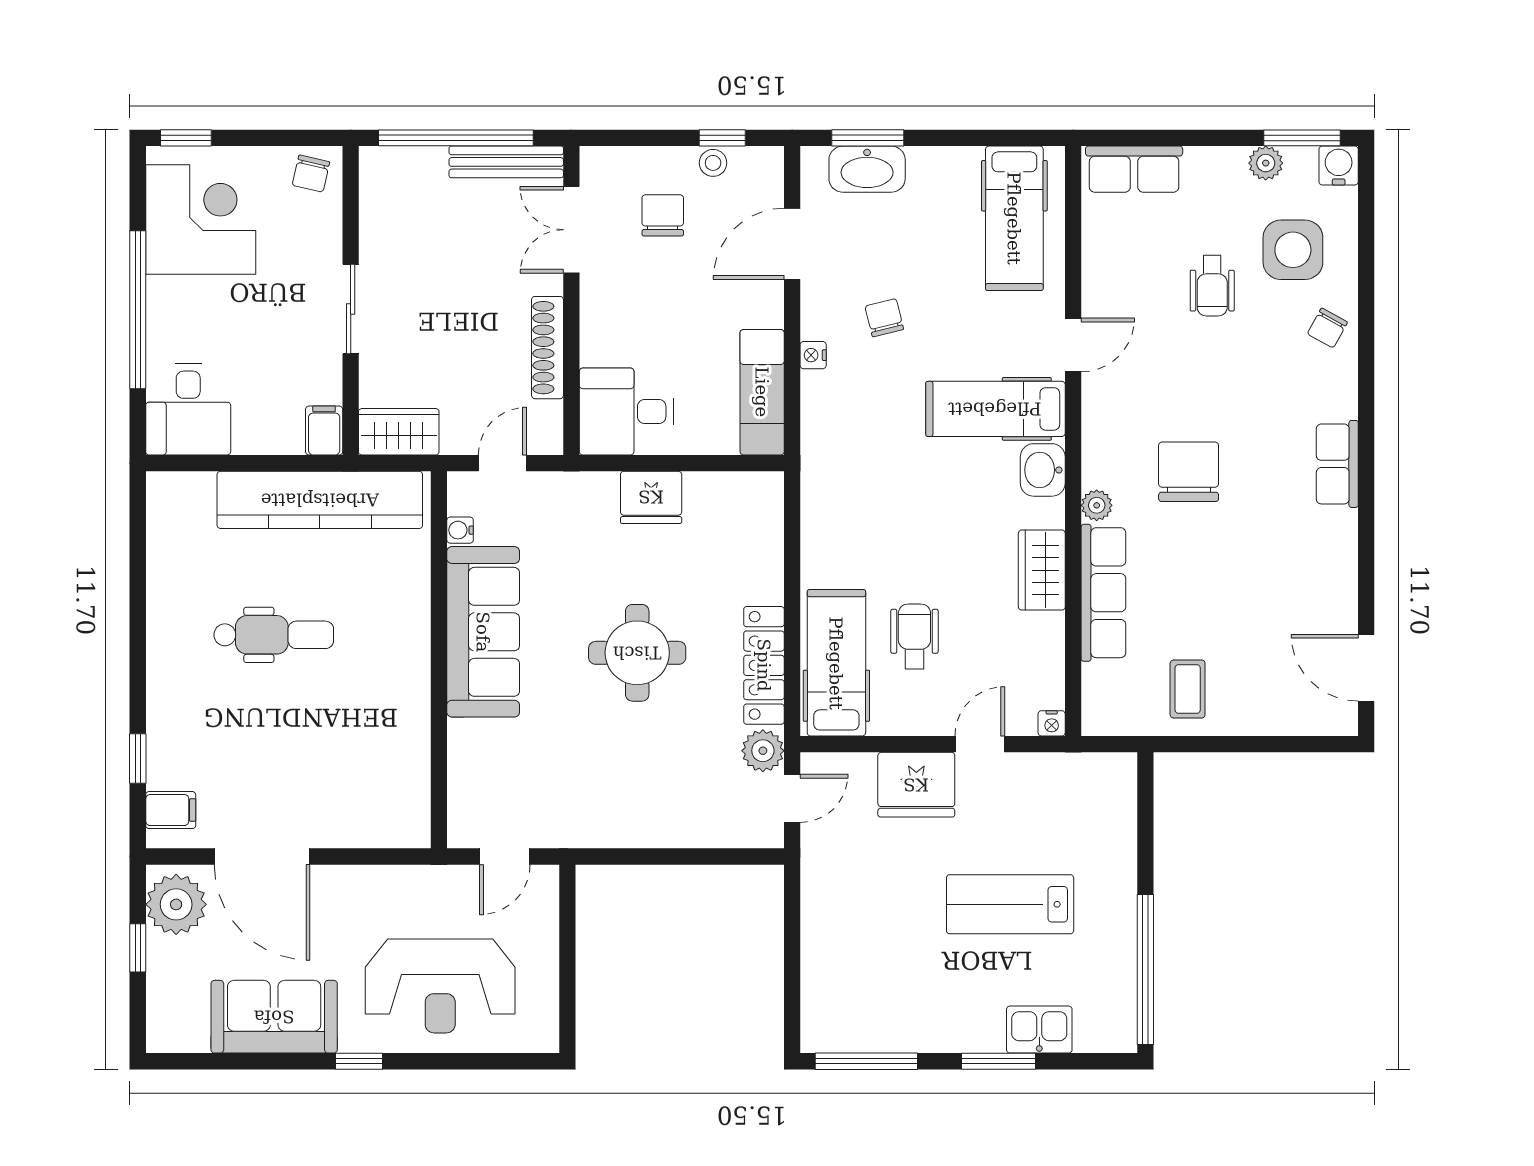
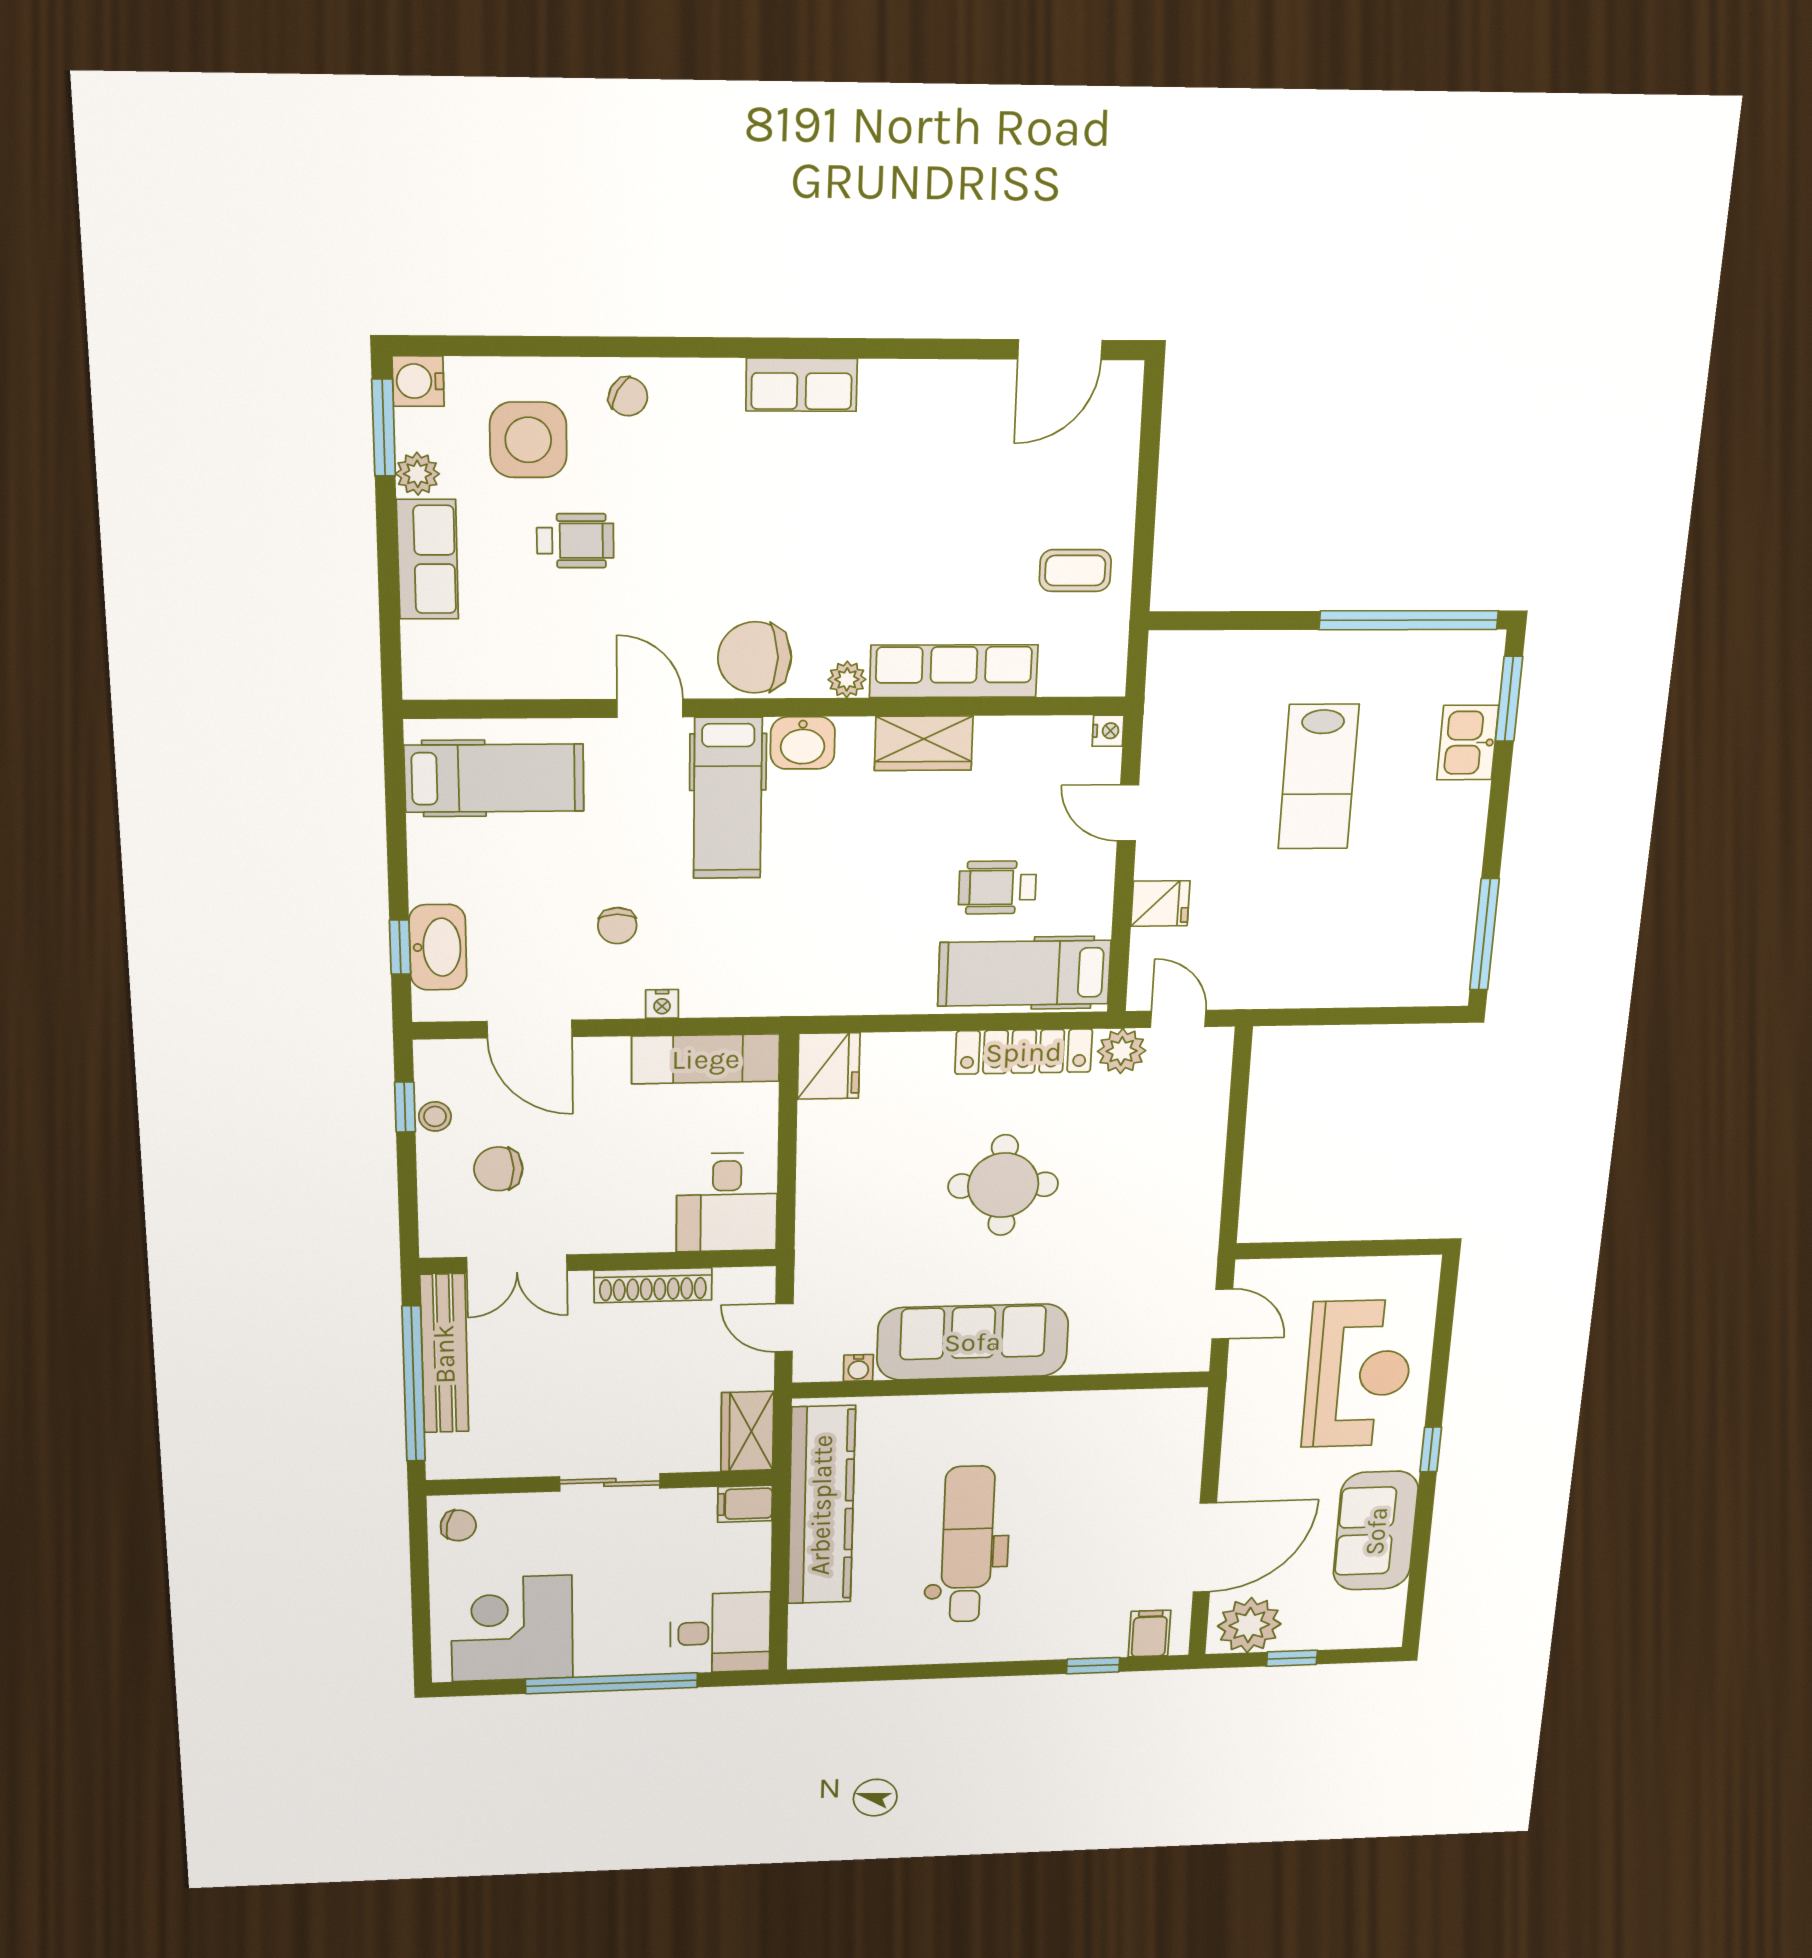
window: (186, 138) -> (422, 1646), removed
window: (868, 138) -> (400, 947), width x0.67
bench: (506, 162) -> (444, 1354), width x1.37, depth x1.21
row of seats: (1134, 169) -> (428, 559), moved
chair: (884, 318) -> (617, 926), turned -76
chair: (1189, 472) -> (755, 657), moved
fridge: (651, 497) -> (829, 1066), moved
dental chair: (274, 635) -> (967, 1544), width x1.36, depth x1.38
fridge: (916, 785) -> (1160, 904), width x0.53, depth x0.75
window: (999, 1061) -> (1509, 699), moved

